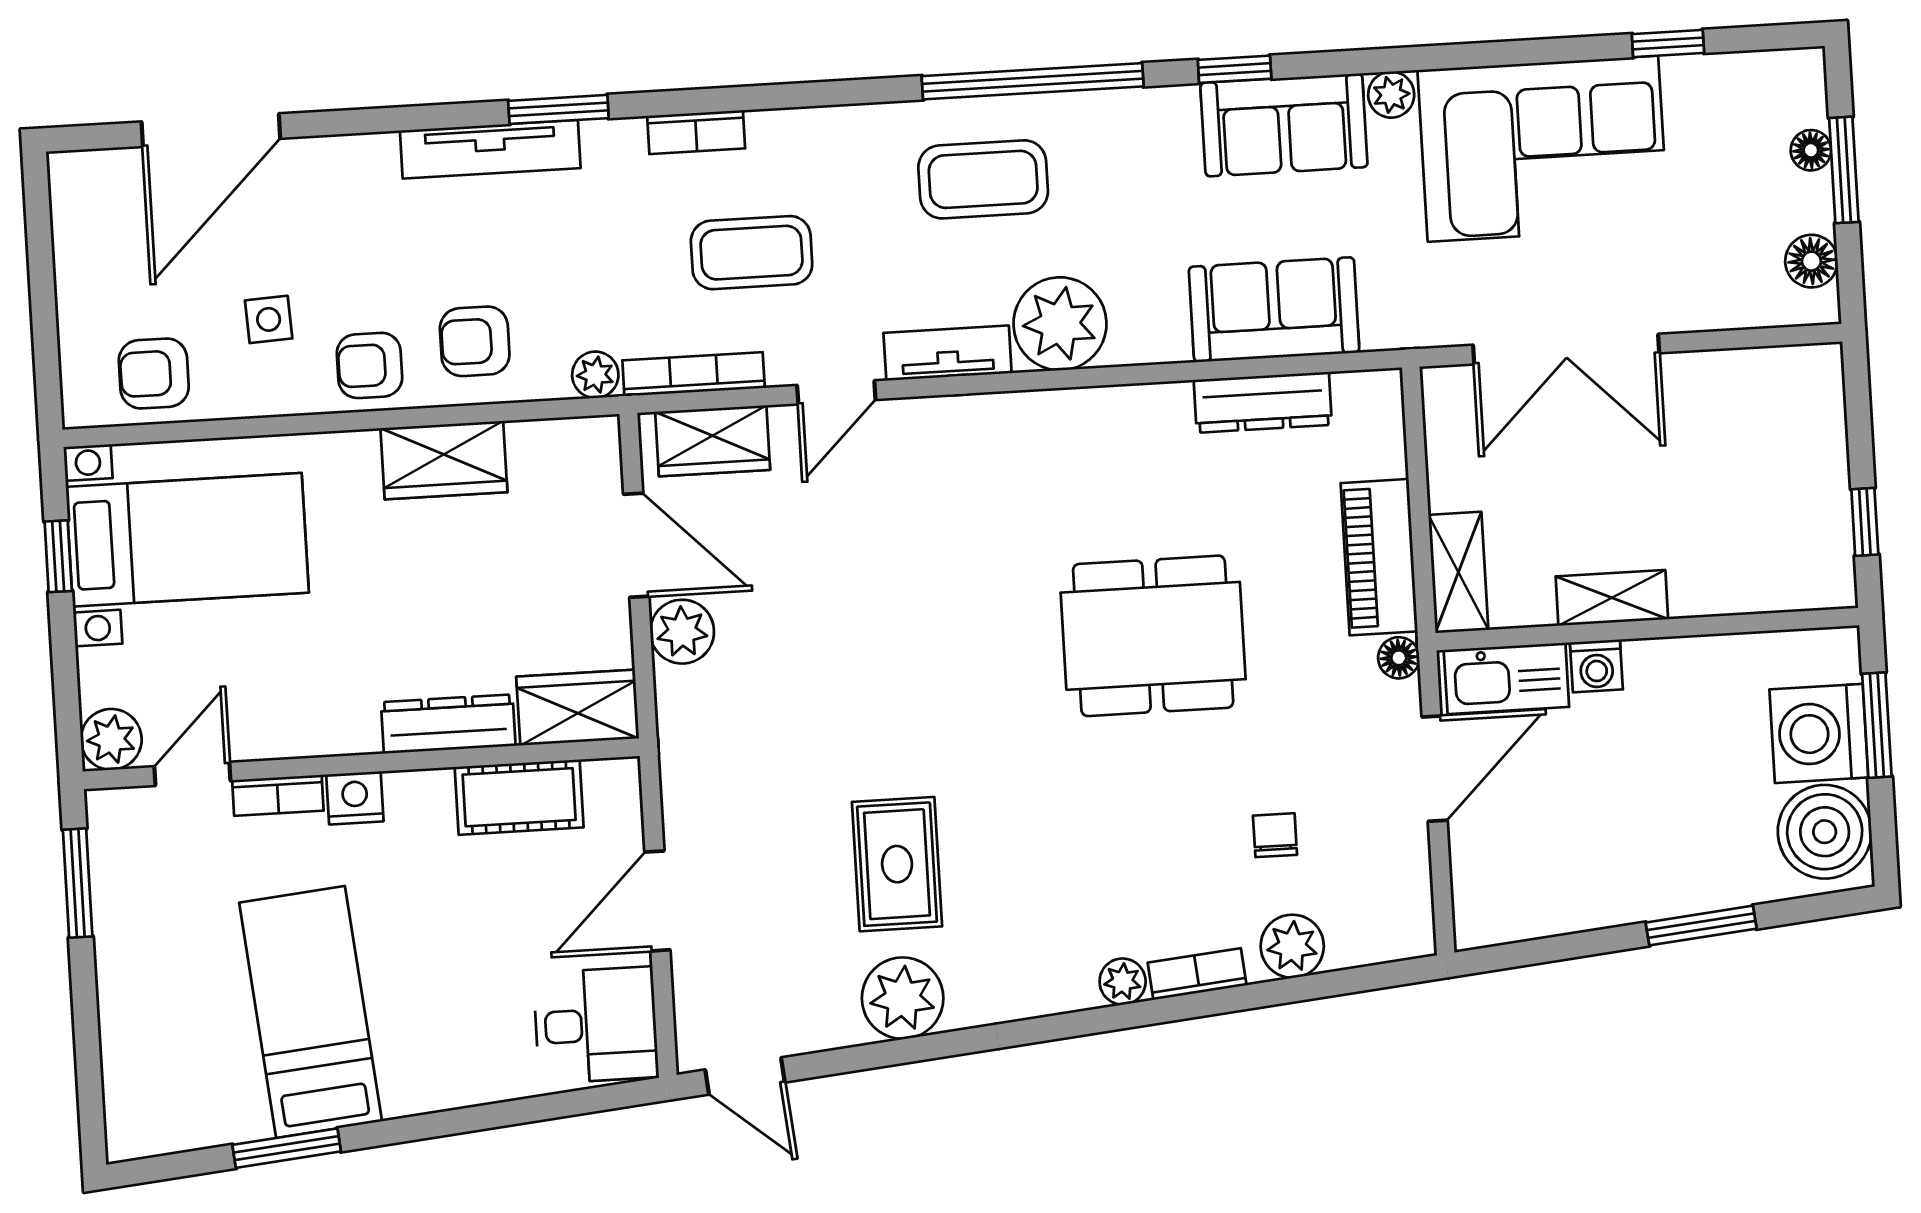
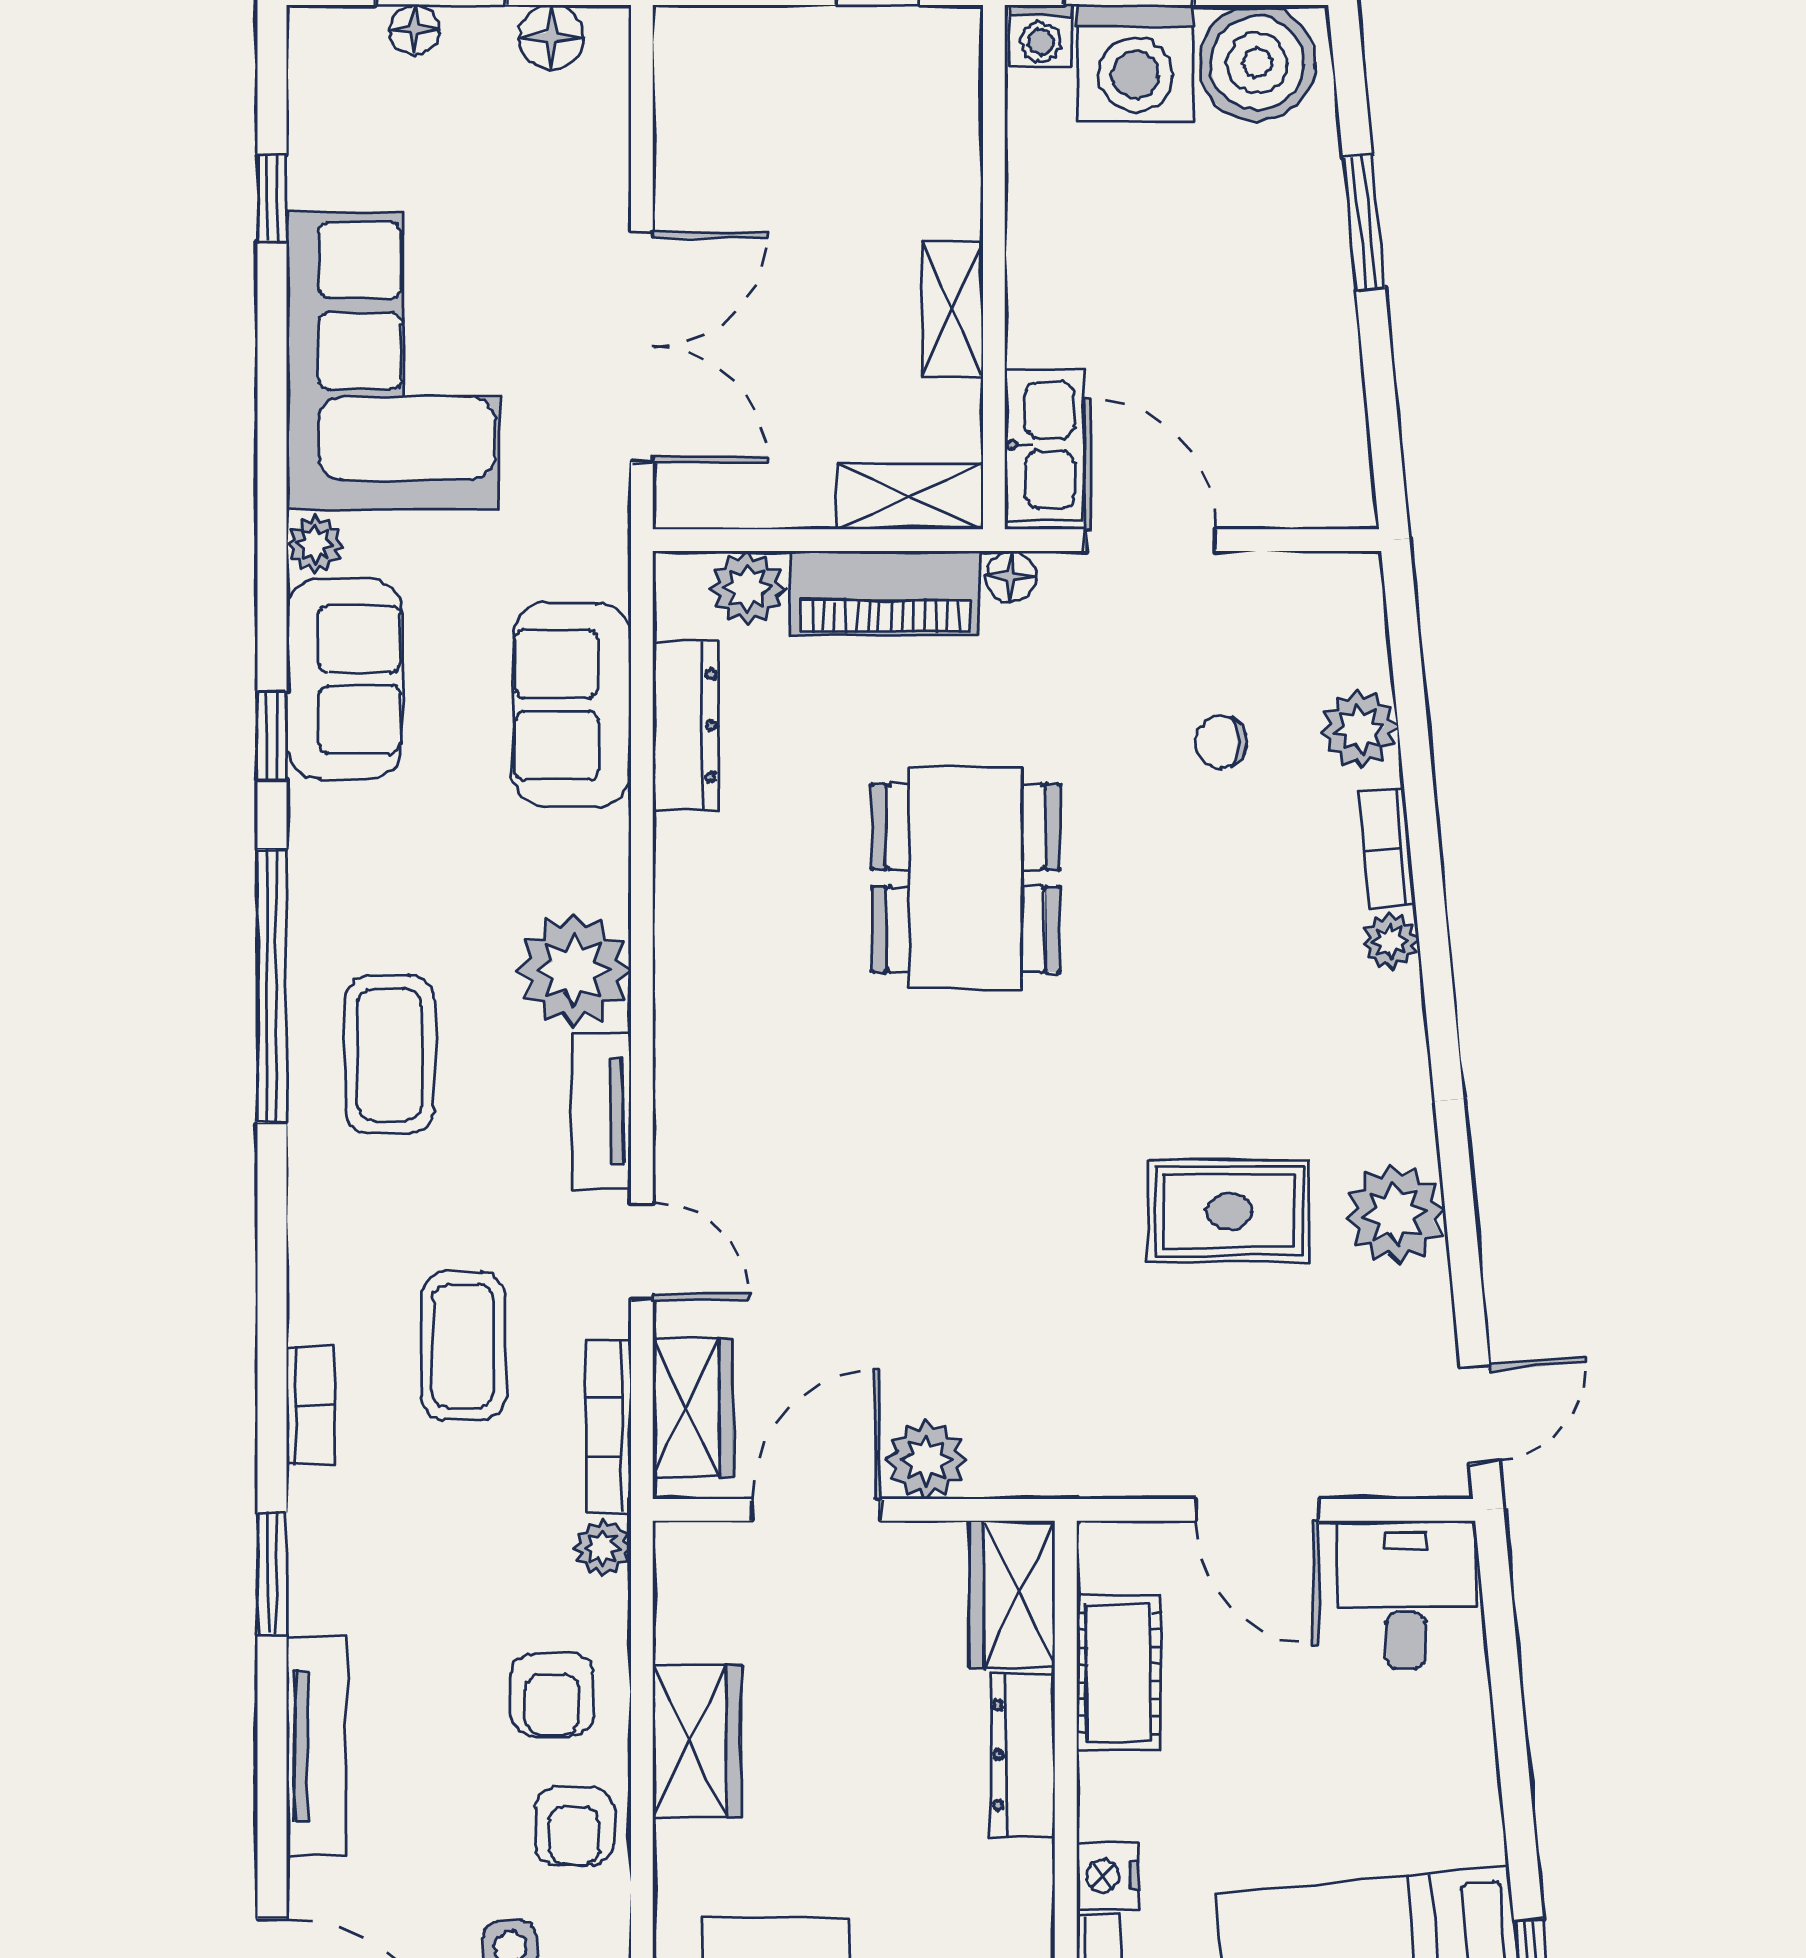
tv unit: (490, 149) -> (316, 1746), moved
plant: (1376, 446) -> (748, 588), added
washing machine: (1596, 666) -> (1041, 36), moved, turned 90

